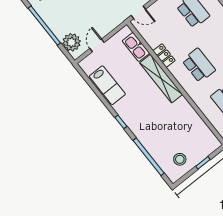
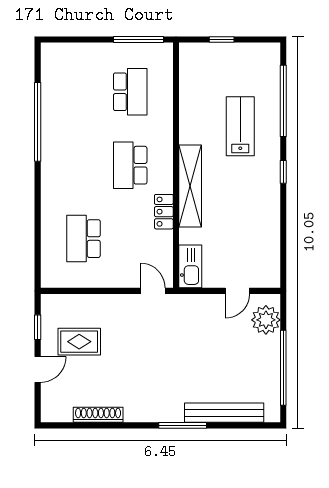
kitchen sink: (136, 47) -> (190, 266), moved
lab bench: (107, 85) -> (240, 126), moved
stool: (180, 159) -> (247, 67), removed

